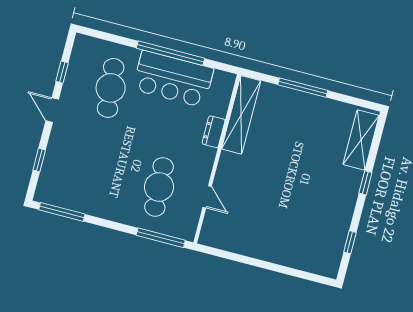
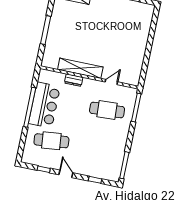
door: (52, 110) -> (66, 174), swing flipped
shelving: (241, 115) -> (80, 68), moved

